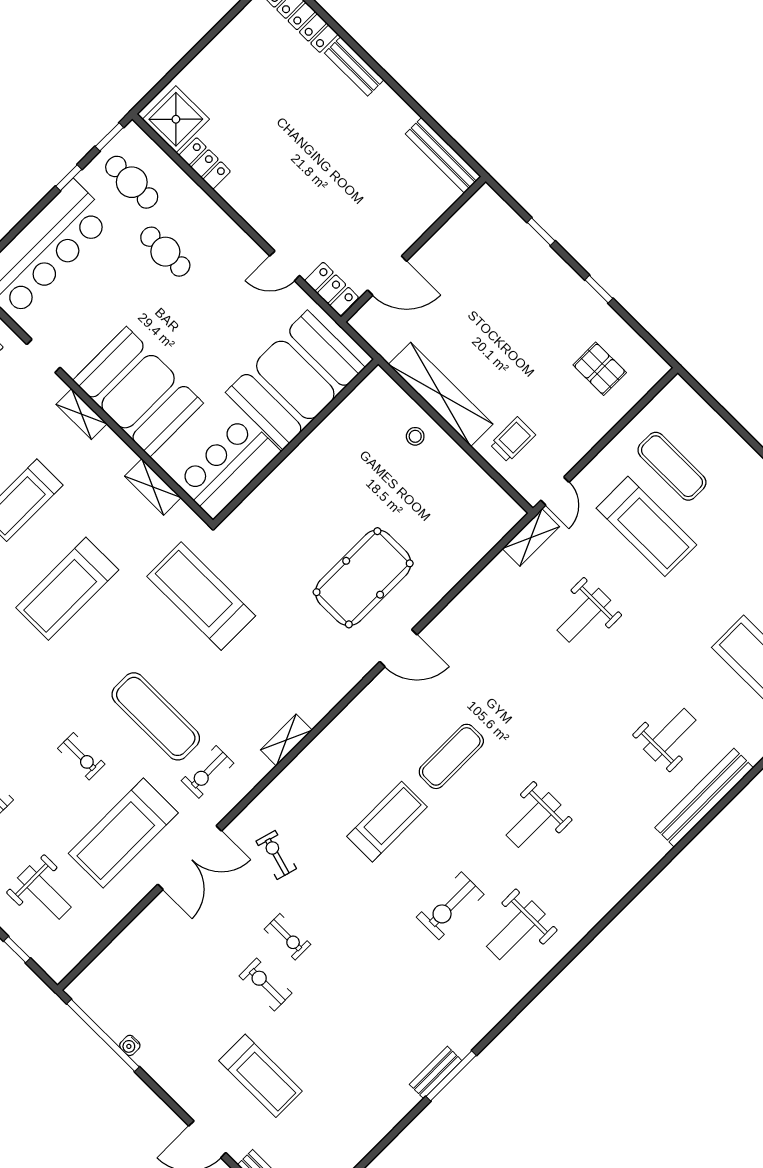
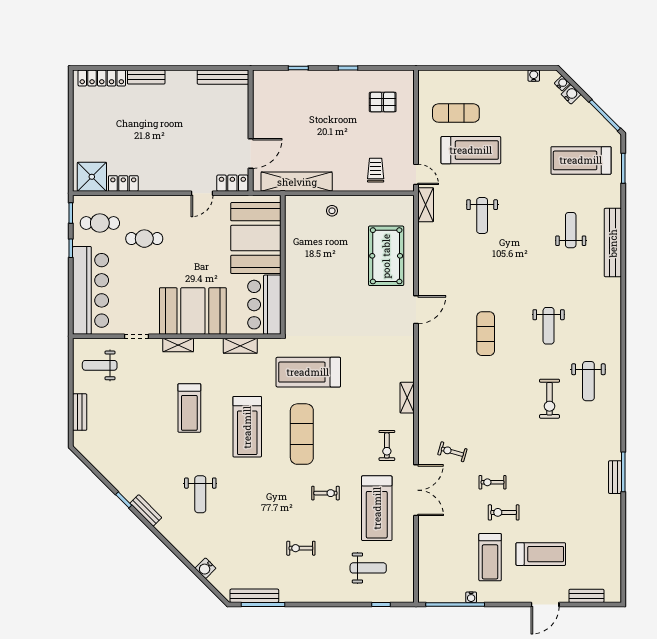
shelving: (441, 394) -> (297, 182), moved
pool table: (363, 578) -> (386, 256), moved
exercise mat: (156, 716) -> (302, 434), moved, turned 90
treadmill: (387, 822) -> (490, 557), moved, turned 180
exercise bike: (287, 937) -> (492, 482), turned 180

